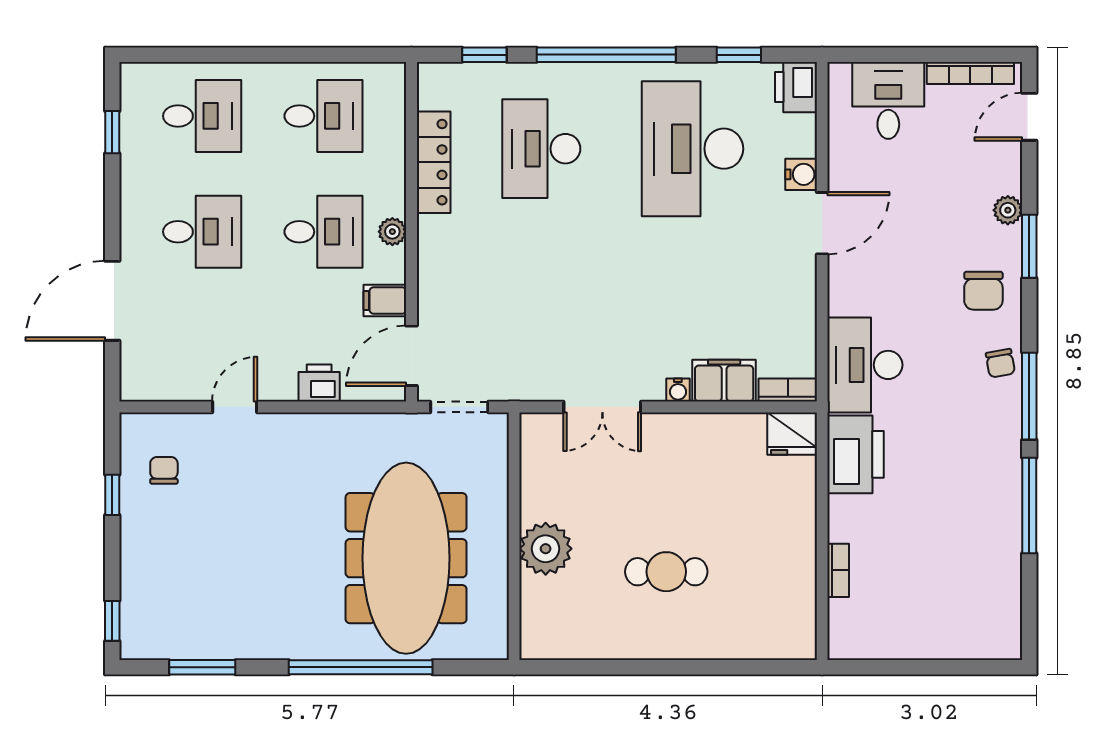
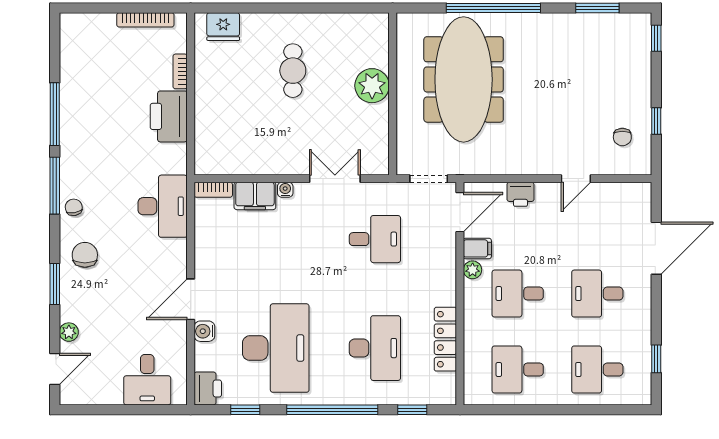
bookcase: (970, 73) -> (145, 20), moved, turned 180
plant: (1008, 210) -> (69, 332), moved
plant: (392, 232) -> (473, 270), moved
desk: (541, 315) -> (375, 239), added
fridge: (792, 434) -> (223, 27), moved, turned 180
printer: (855, 454) -> (169, 116), moved
cafe table: (666, 572) -> (293, 71), turned 90

